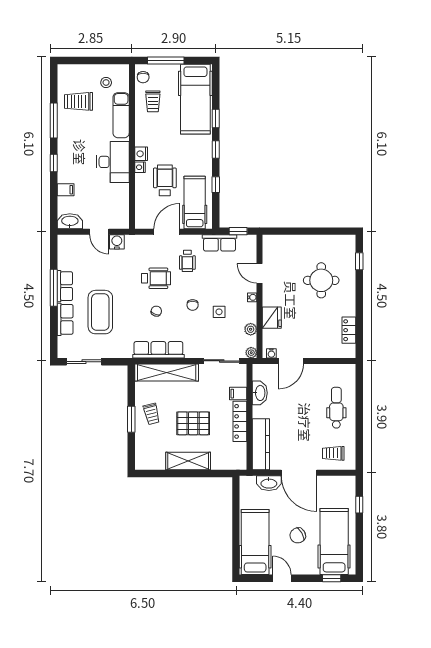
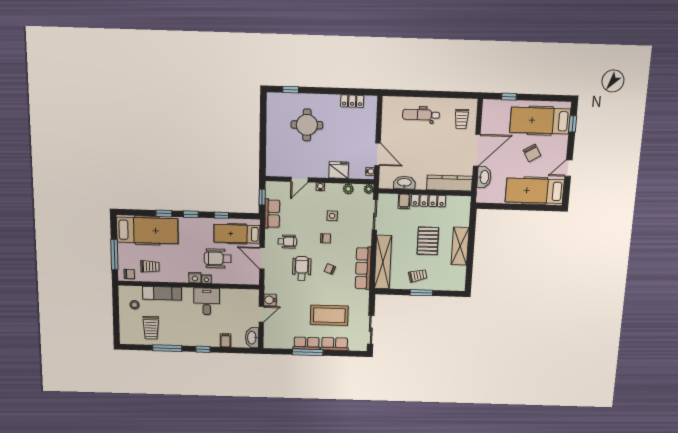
desk: (113, 162) -> (207, 301), width x0.73

